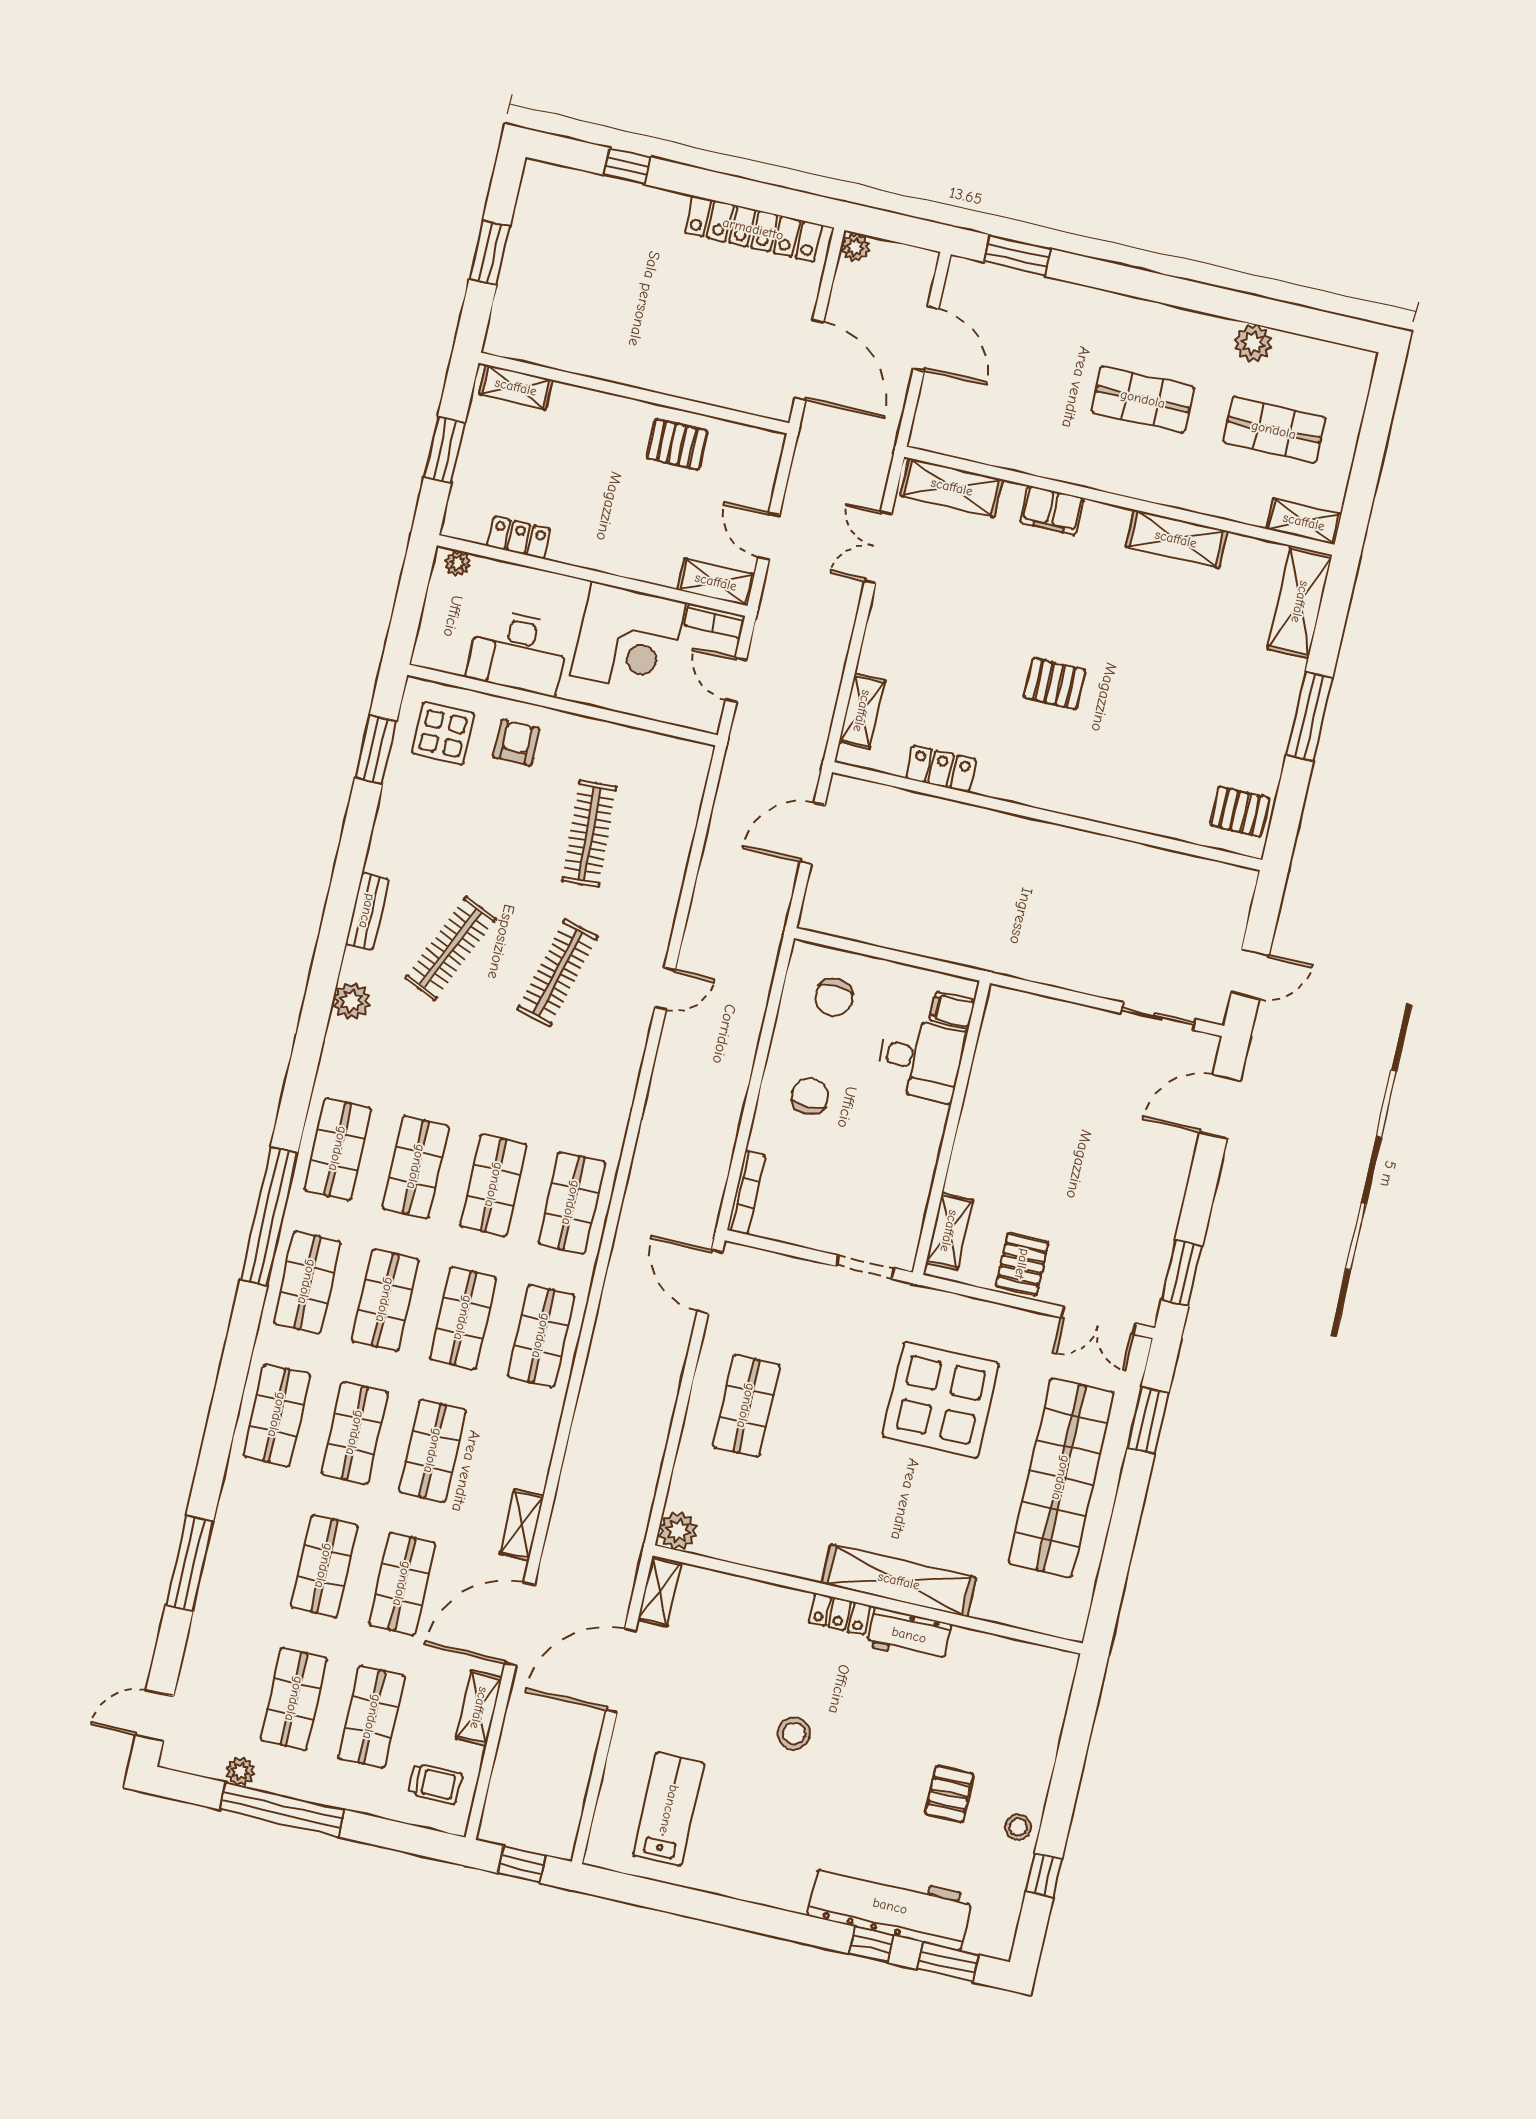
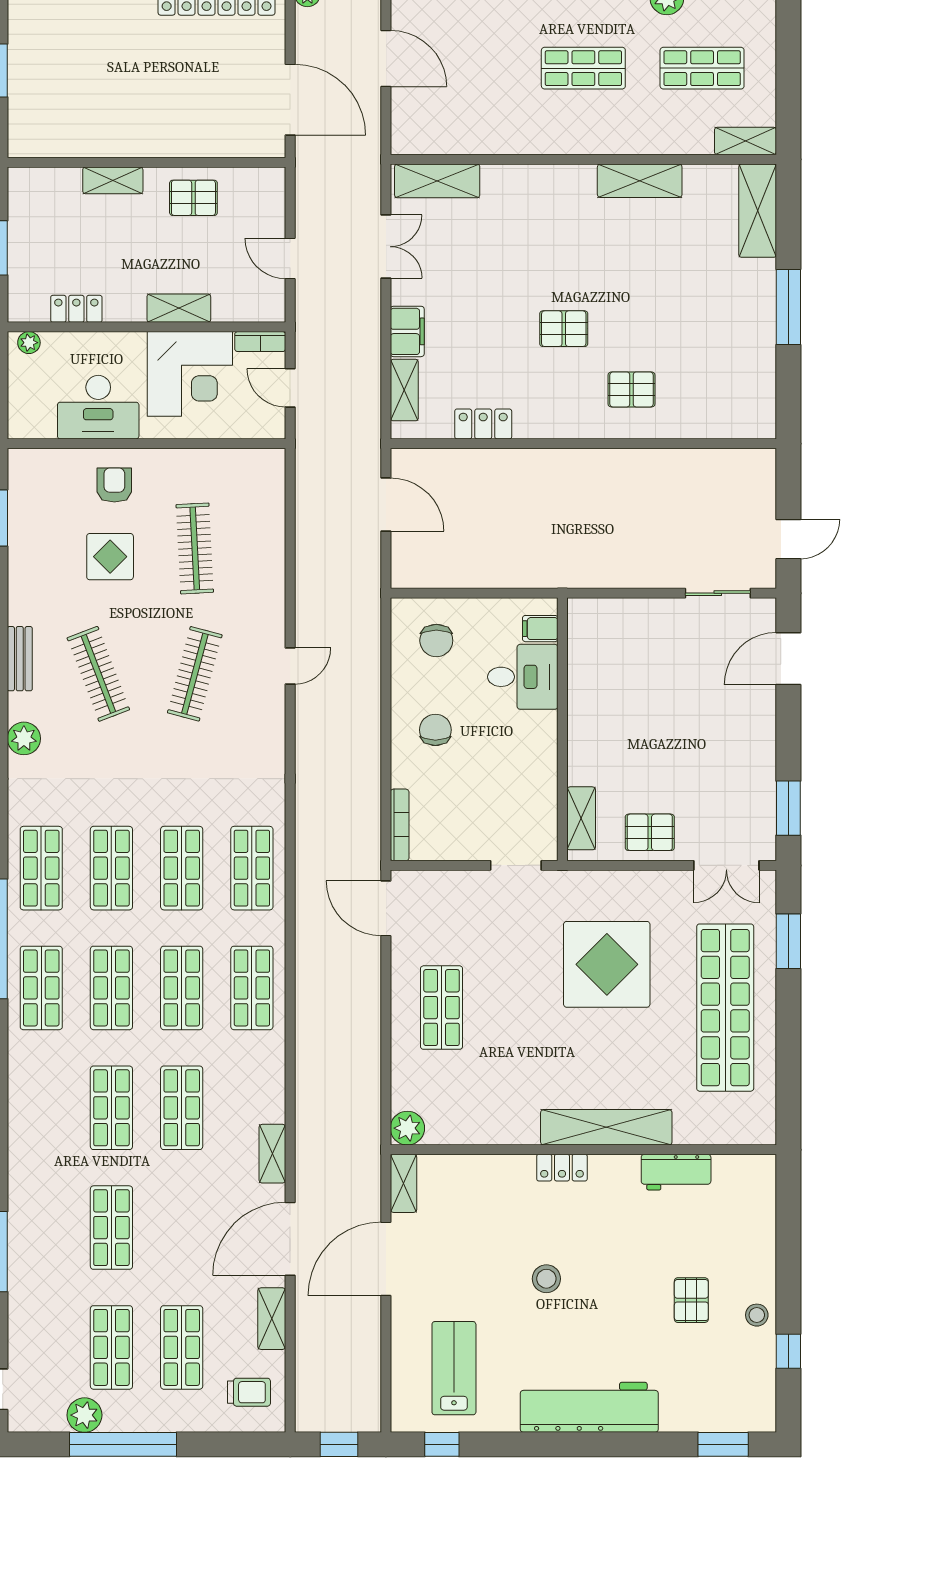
shelving: (516, 387) -> (113, 180), moved
filing cabinet: (1052, 510) -> (407, 331), moved, turned -90
double door: (878, 547) -> (386, 247), swing flipped
shelving: (716, 582) -> (179, 308), moved
display table: (443, 734) -> (110, 557), moved
pallet: (1240, 812) -> (632, 389), moved
door: (813, 833) -> (386, 505), swing flipped
clothes rail: (450, 948) -> (98, 674), turned -45
pallet: (1022, 1264) -> (650, 832), turned 90
shop shelf: (277, 1415) -> (41, 1108), removed
shop shelf: (402, 1584) -> (182, 1228), removed
workbench: (909, 1635) -> (676, 1172), moved
plant: (240, 1771) -> (84, 1415), width x1.38, depth x1.38
workbench: (890, 1906) -> (589, 1407), moved
window: (871, 1944) -> (442, 1444), moved

